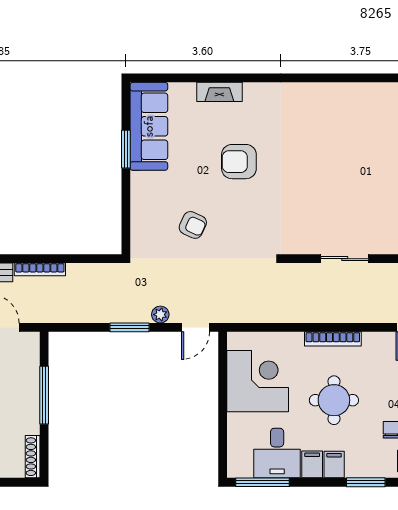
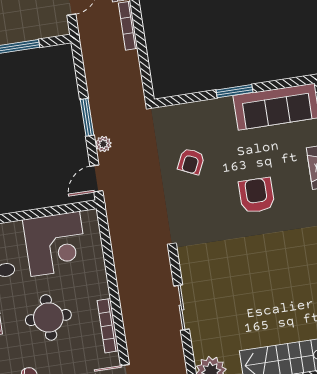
window: (126, 149) -> (234, 91), moved
door: (196, 327) -> (96, 179), hinge flipped
bookcase: (333, 339) -> (108, 326), moved

